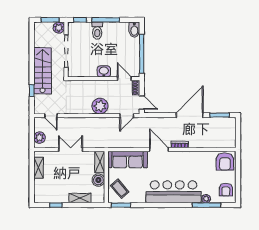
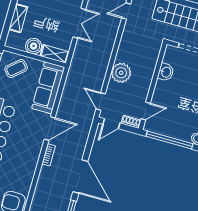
washbasin: (104, 71) -> (166, 72), moved

